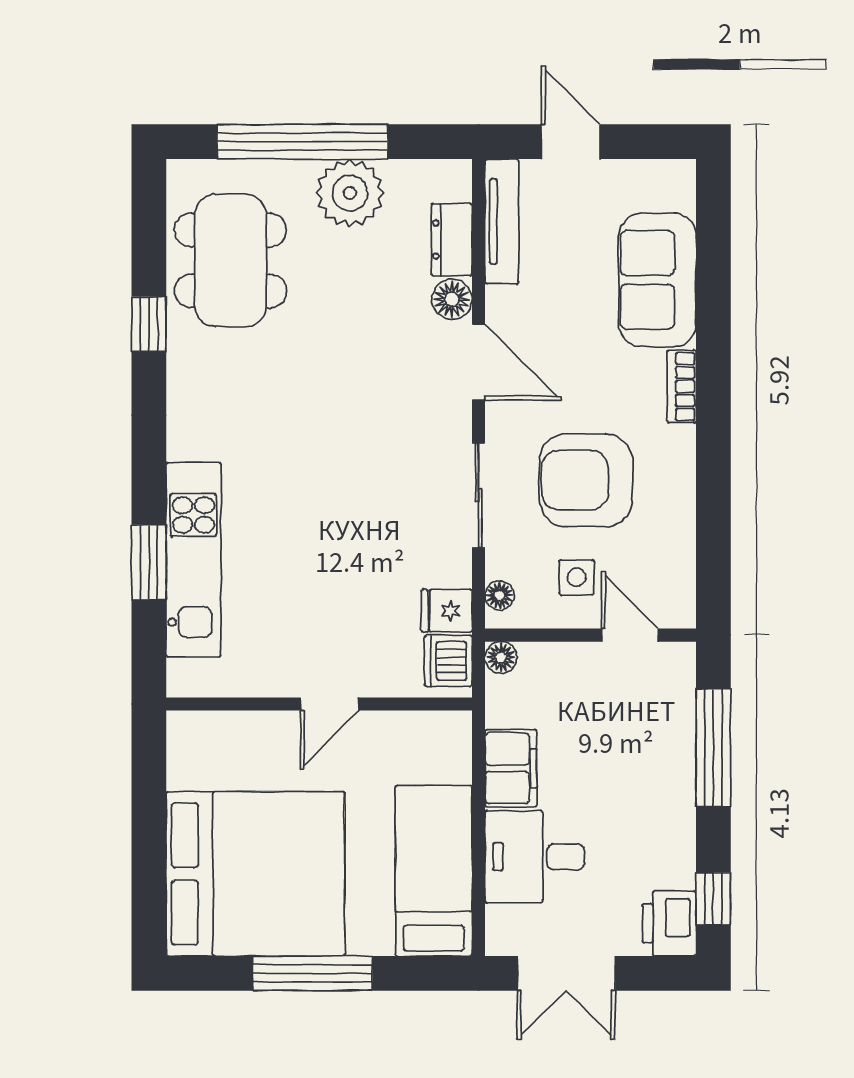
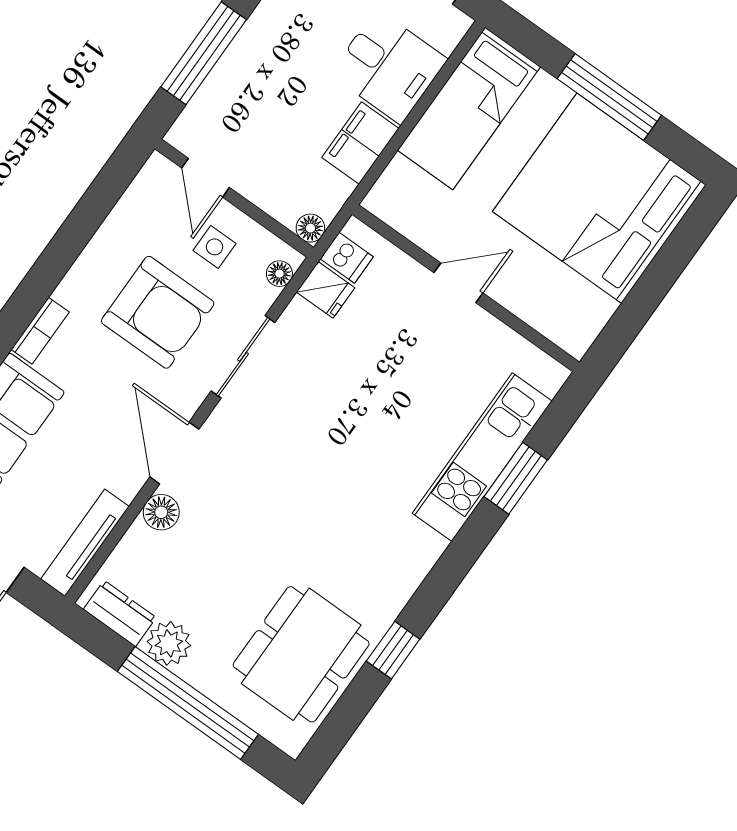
plant: (350, 193) -> (169, 643), width x0.73, depth x0.73
dresser: (452, 239) -> (120, 613), moved, turned -90
dishwasher: (448, 661) -> (347, 258), width x0.73

